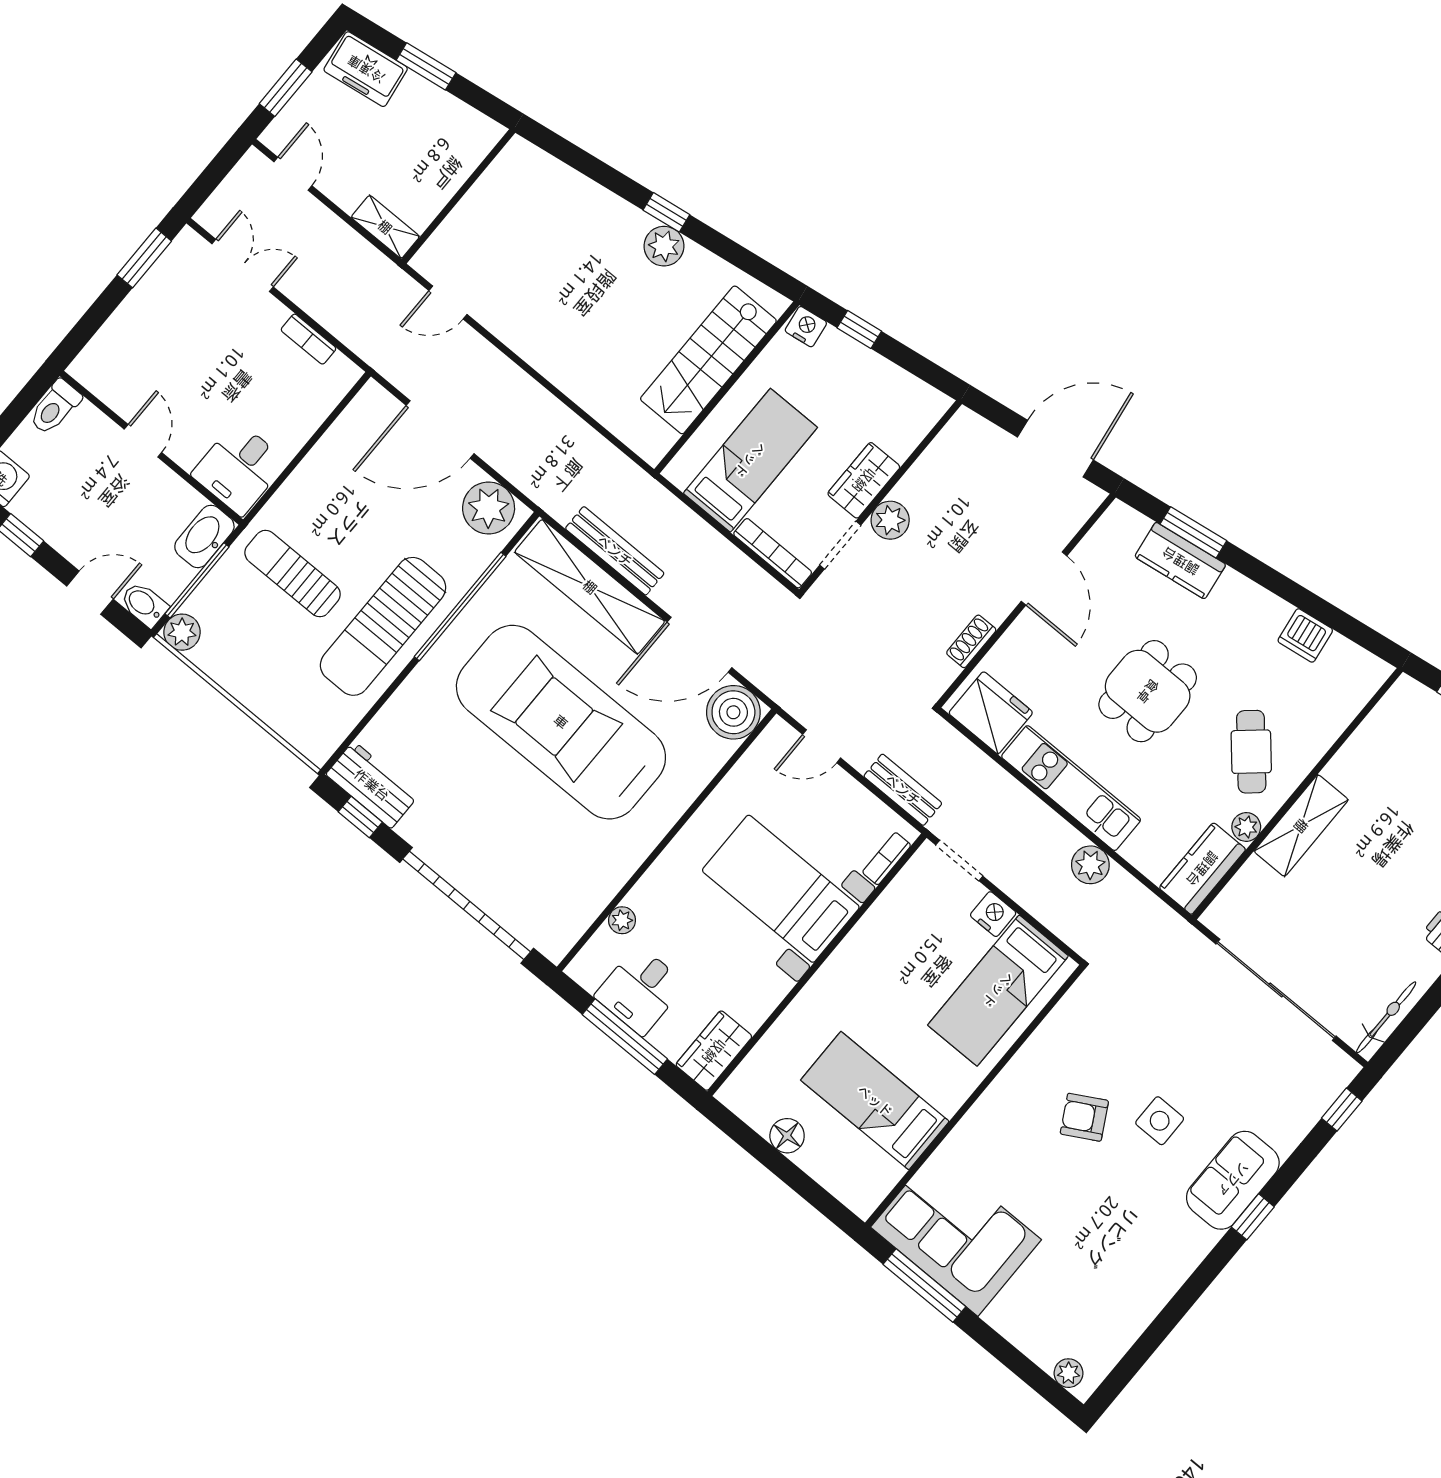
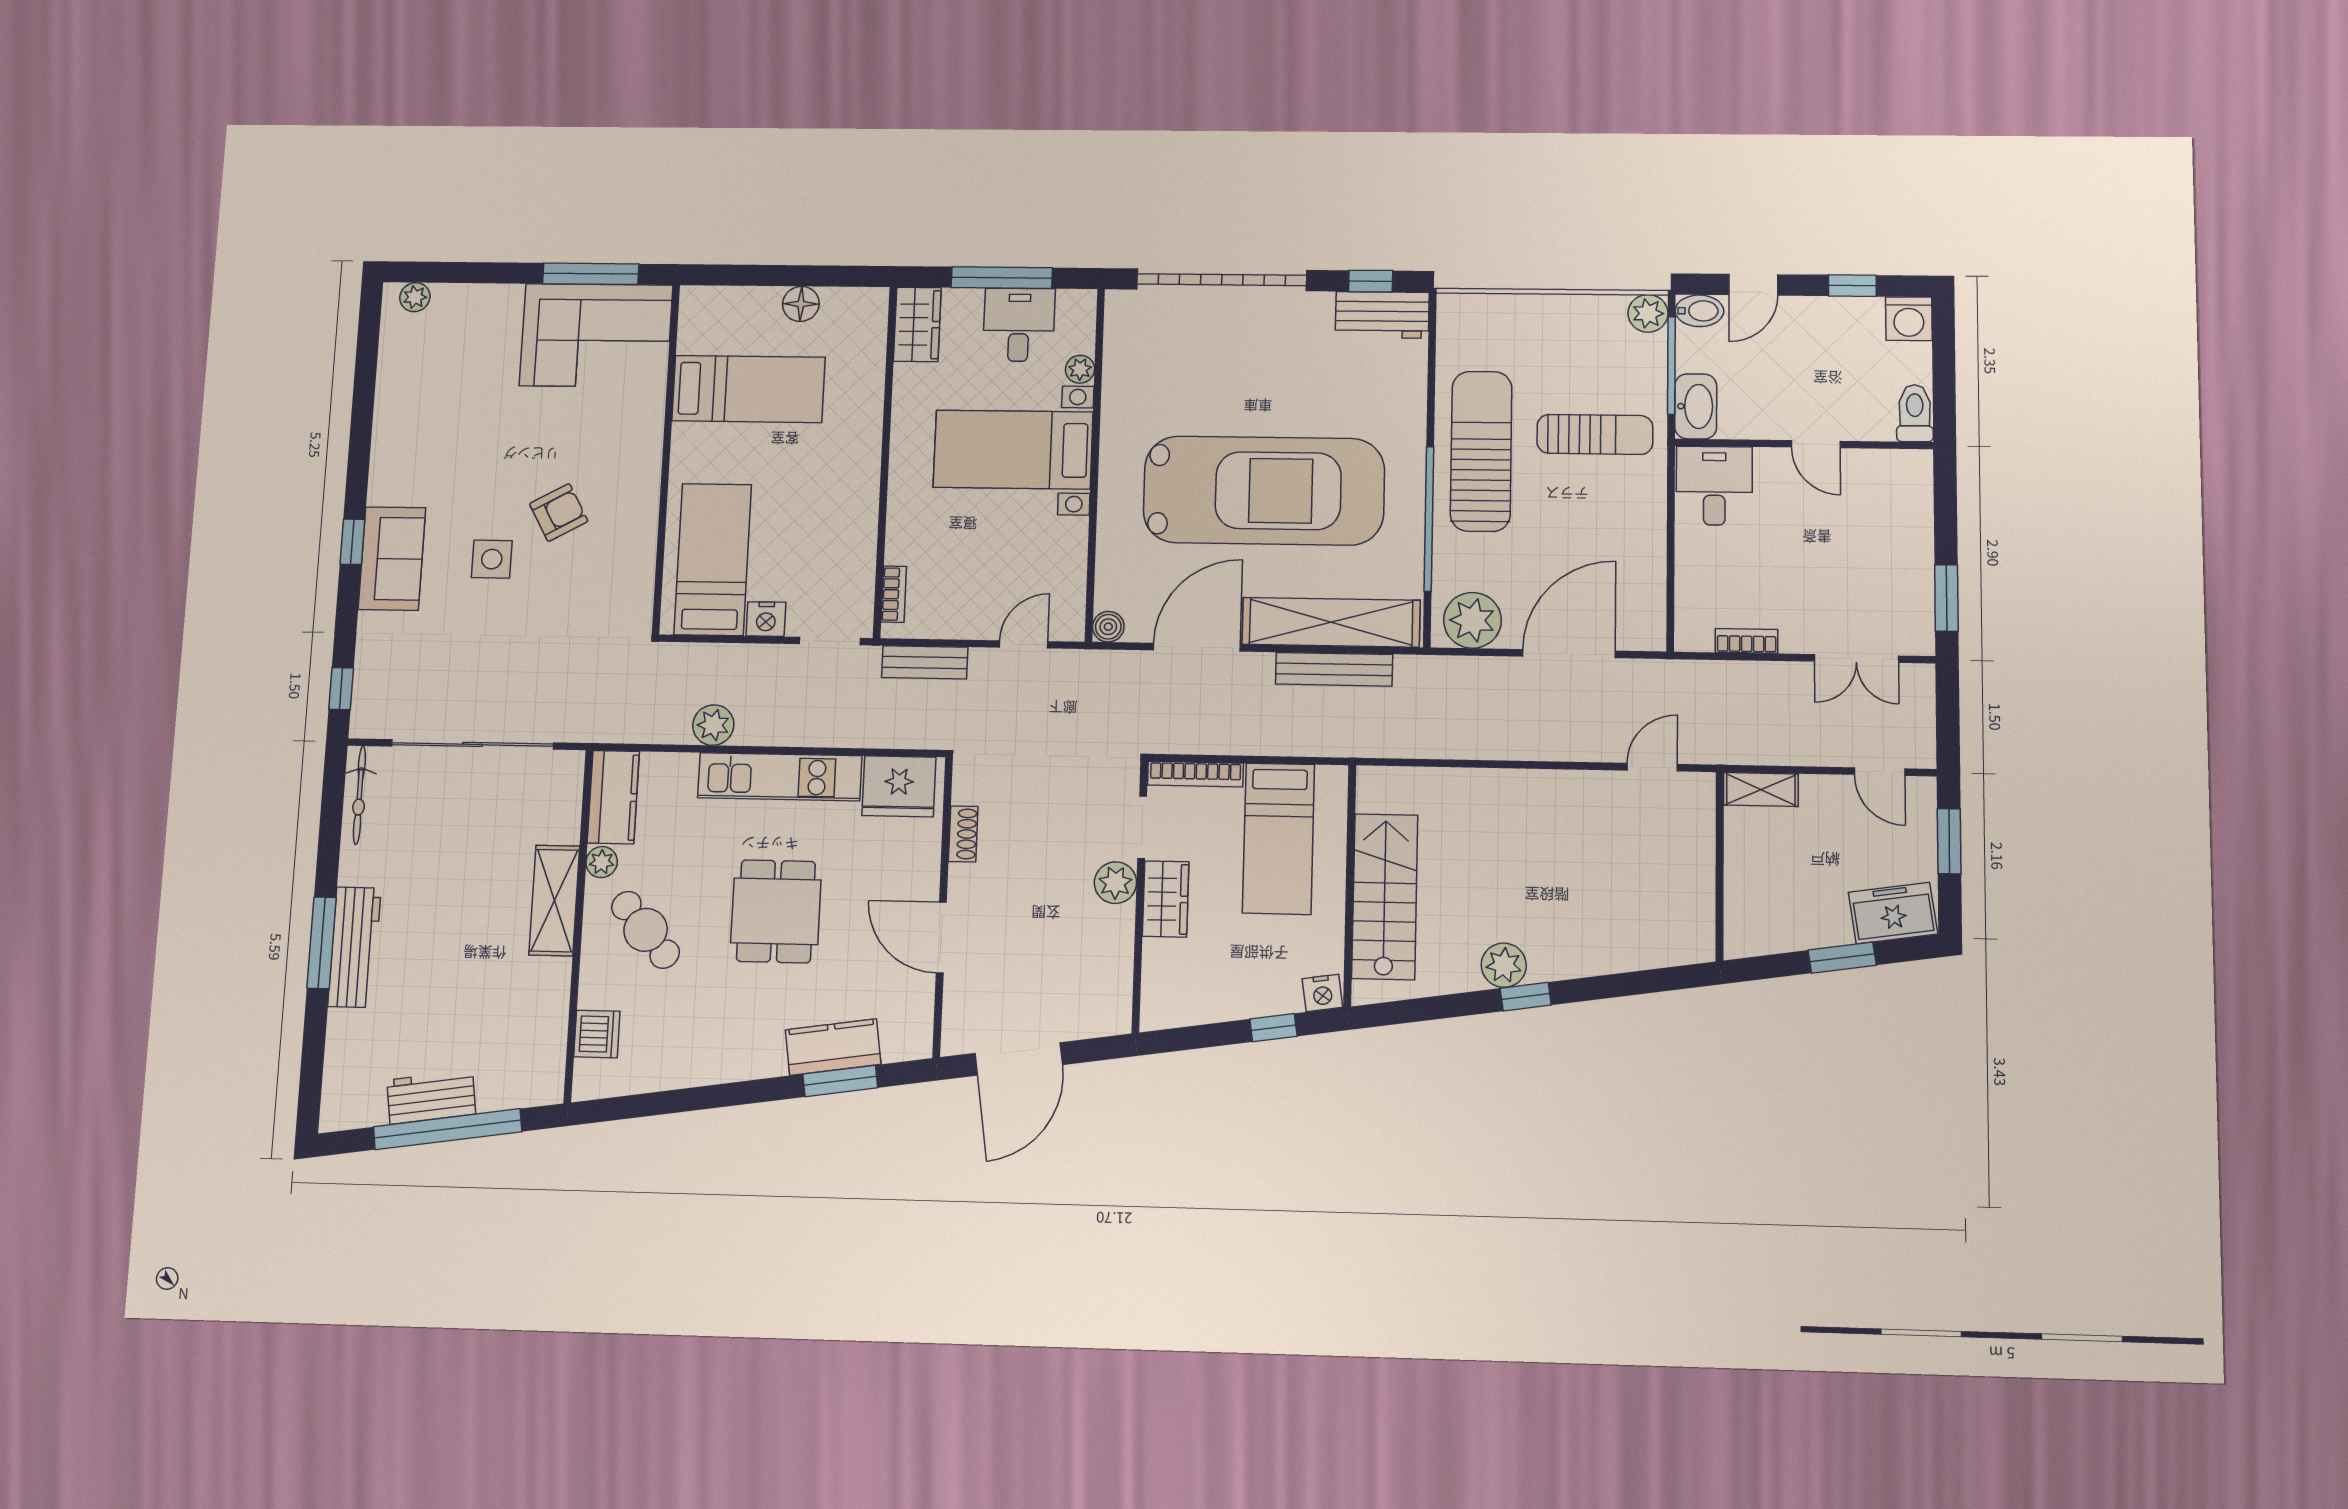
dishwasher: (1305, 635) -> (597, 1034), moved, turned 98
boiler: (733, 712) -> (1108, 627), width x0.54, depth x0.54
bed with nightstands: (781, 889) -> (1013, 450), moved, turned 180

